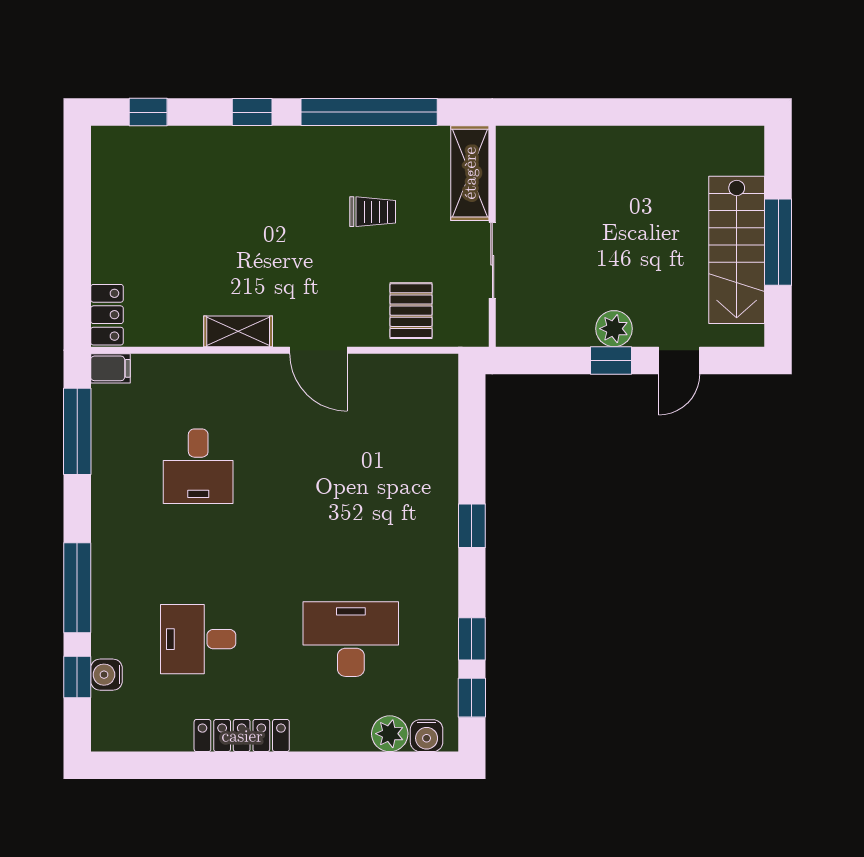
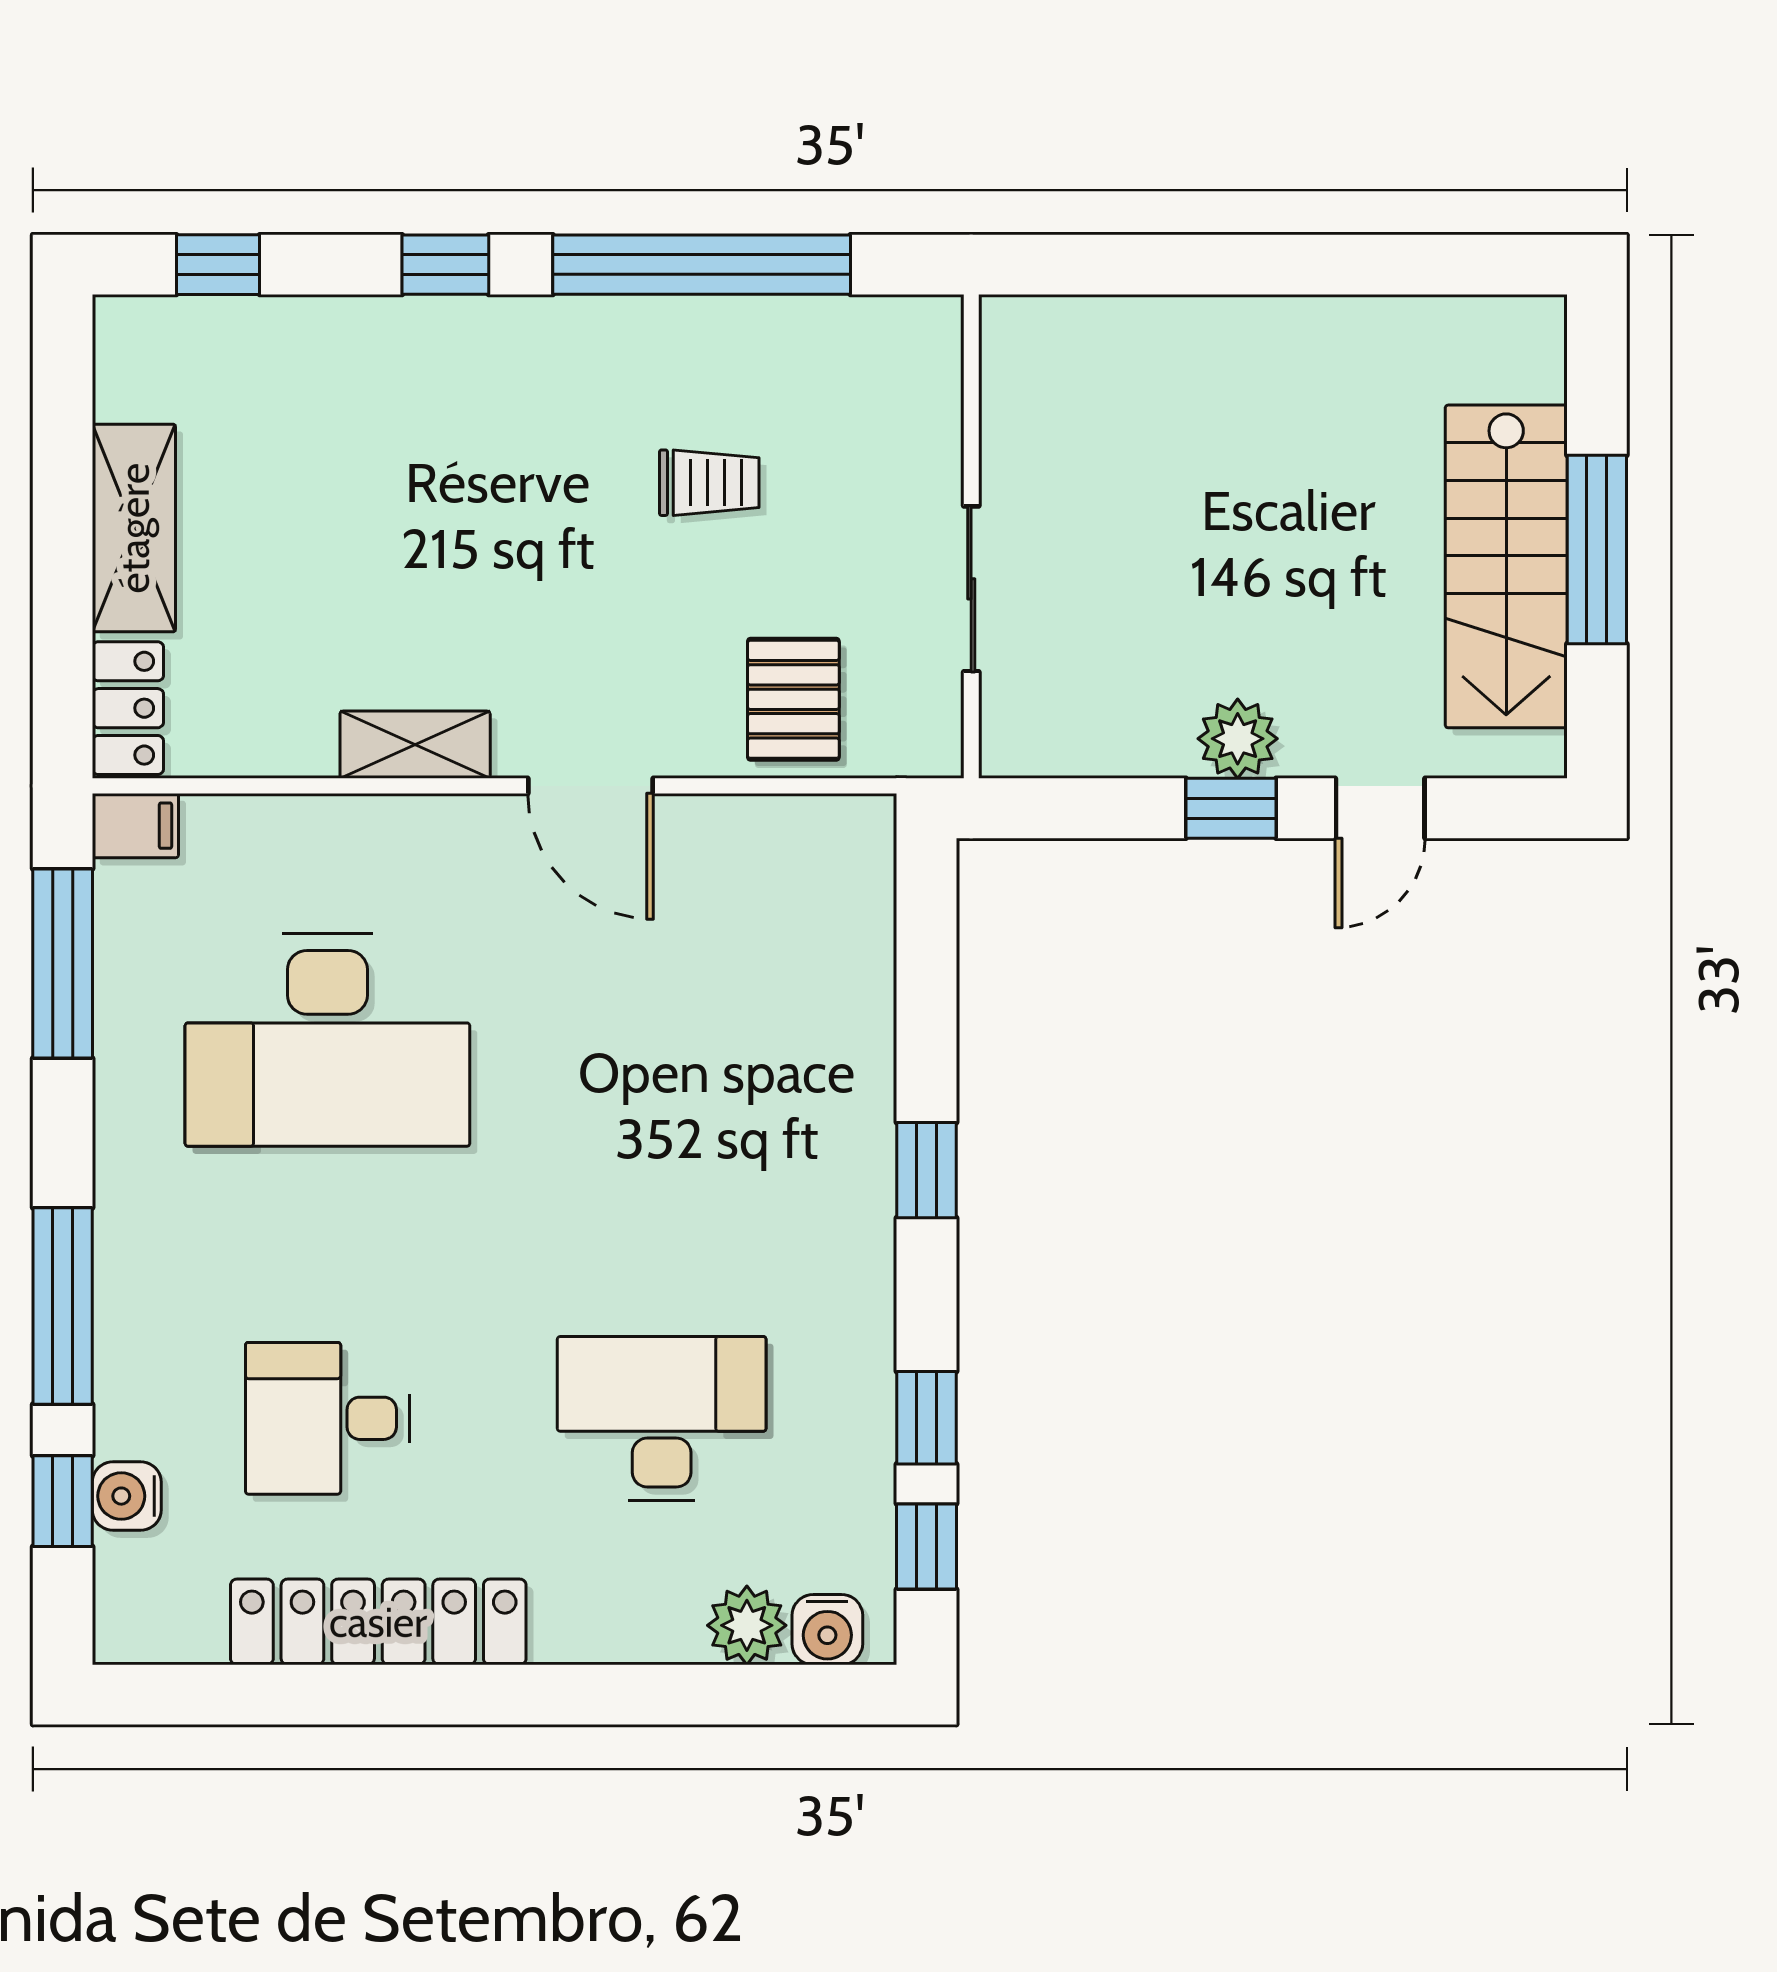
shelving: (470, 173) -> (134, 528), moved
desk: (198, 466) -> (327, 1040), width x1.87, depth x1.30
locker: (242, 736) -> (378, 1622), width x1.41, depth x1.21

